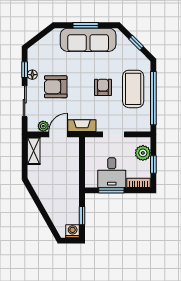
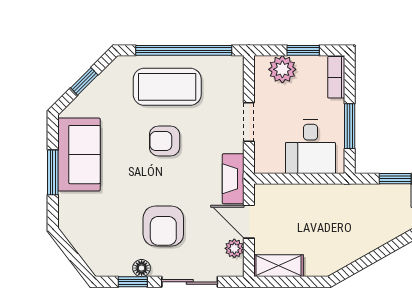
sofa: (88, 40) -> (79, 155), width x0.73
desk: (112, 173) -> (311, 147), moved, turned 90

